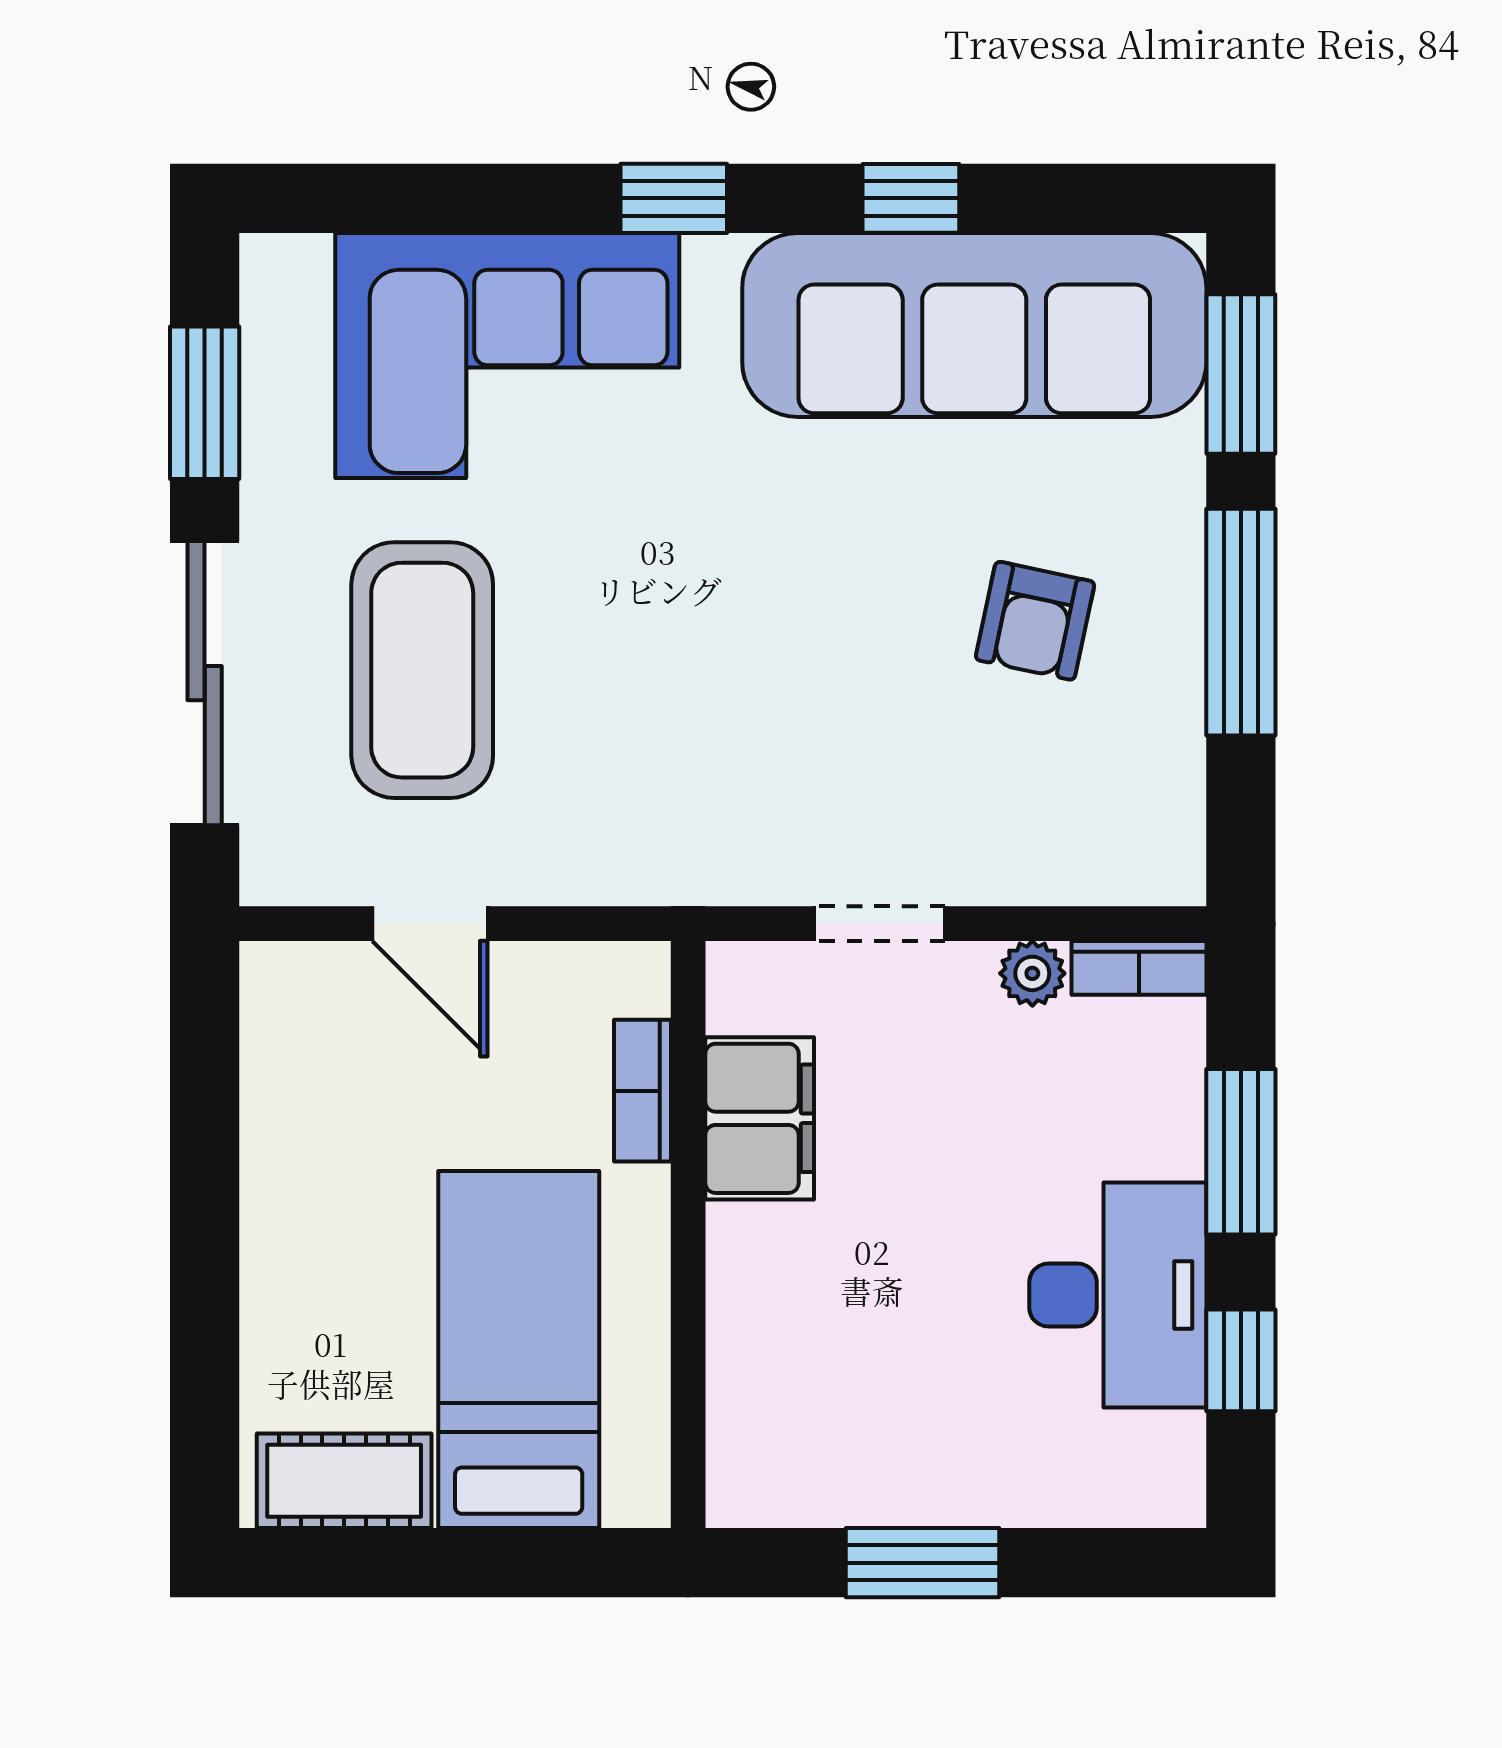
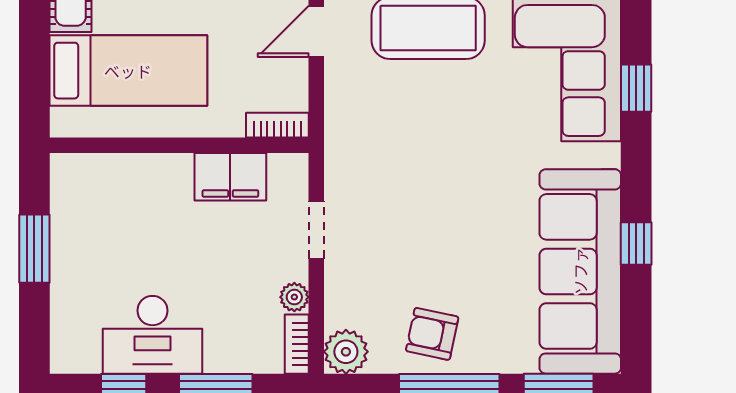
window: (674, 198) -> (636, 88), moved
armchair: (1035, 621) -> (432, 334), moved
plant: (1156, 856) -> (346, 352), added
bookcase: (643, 1091) -> (277, 125), moved

